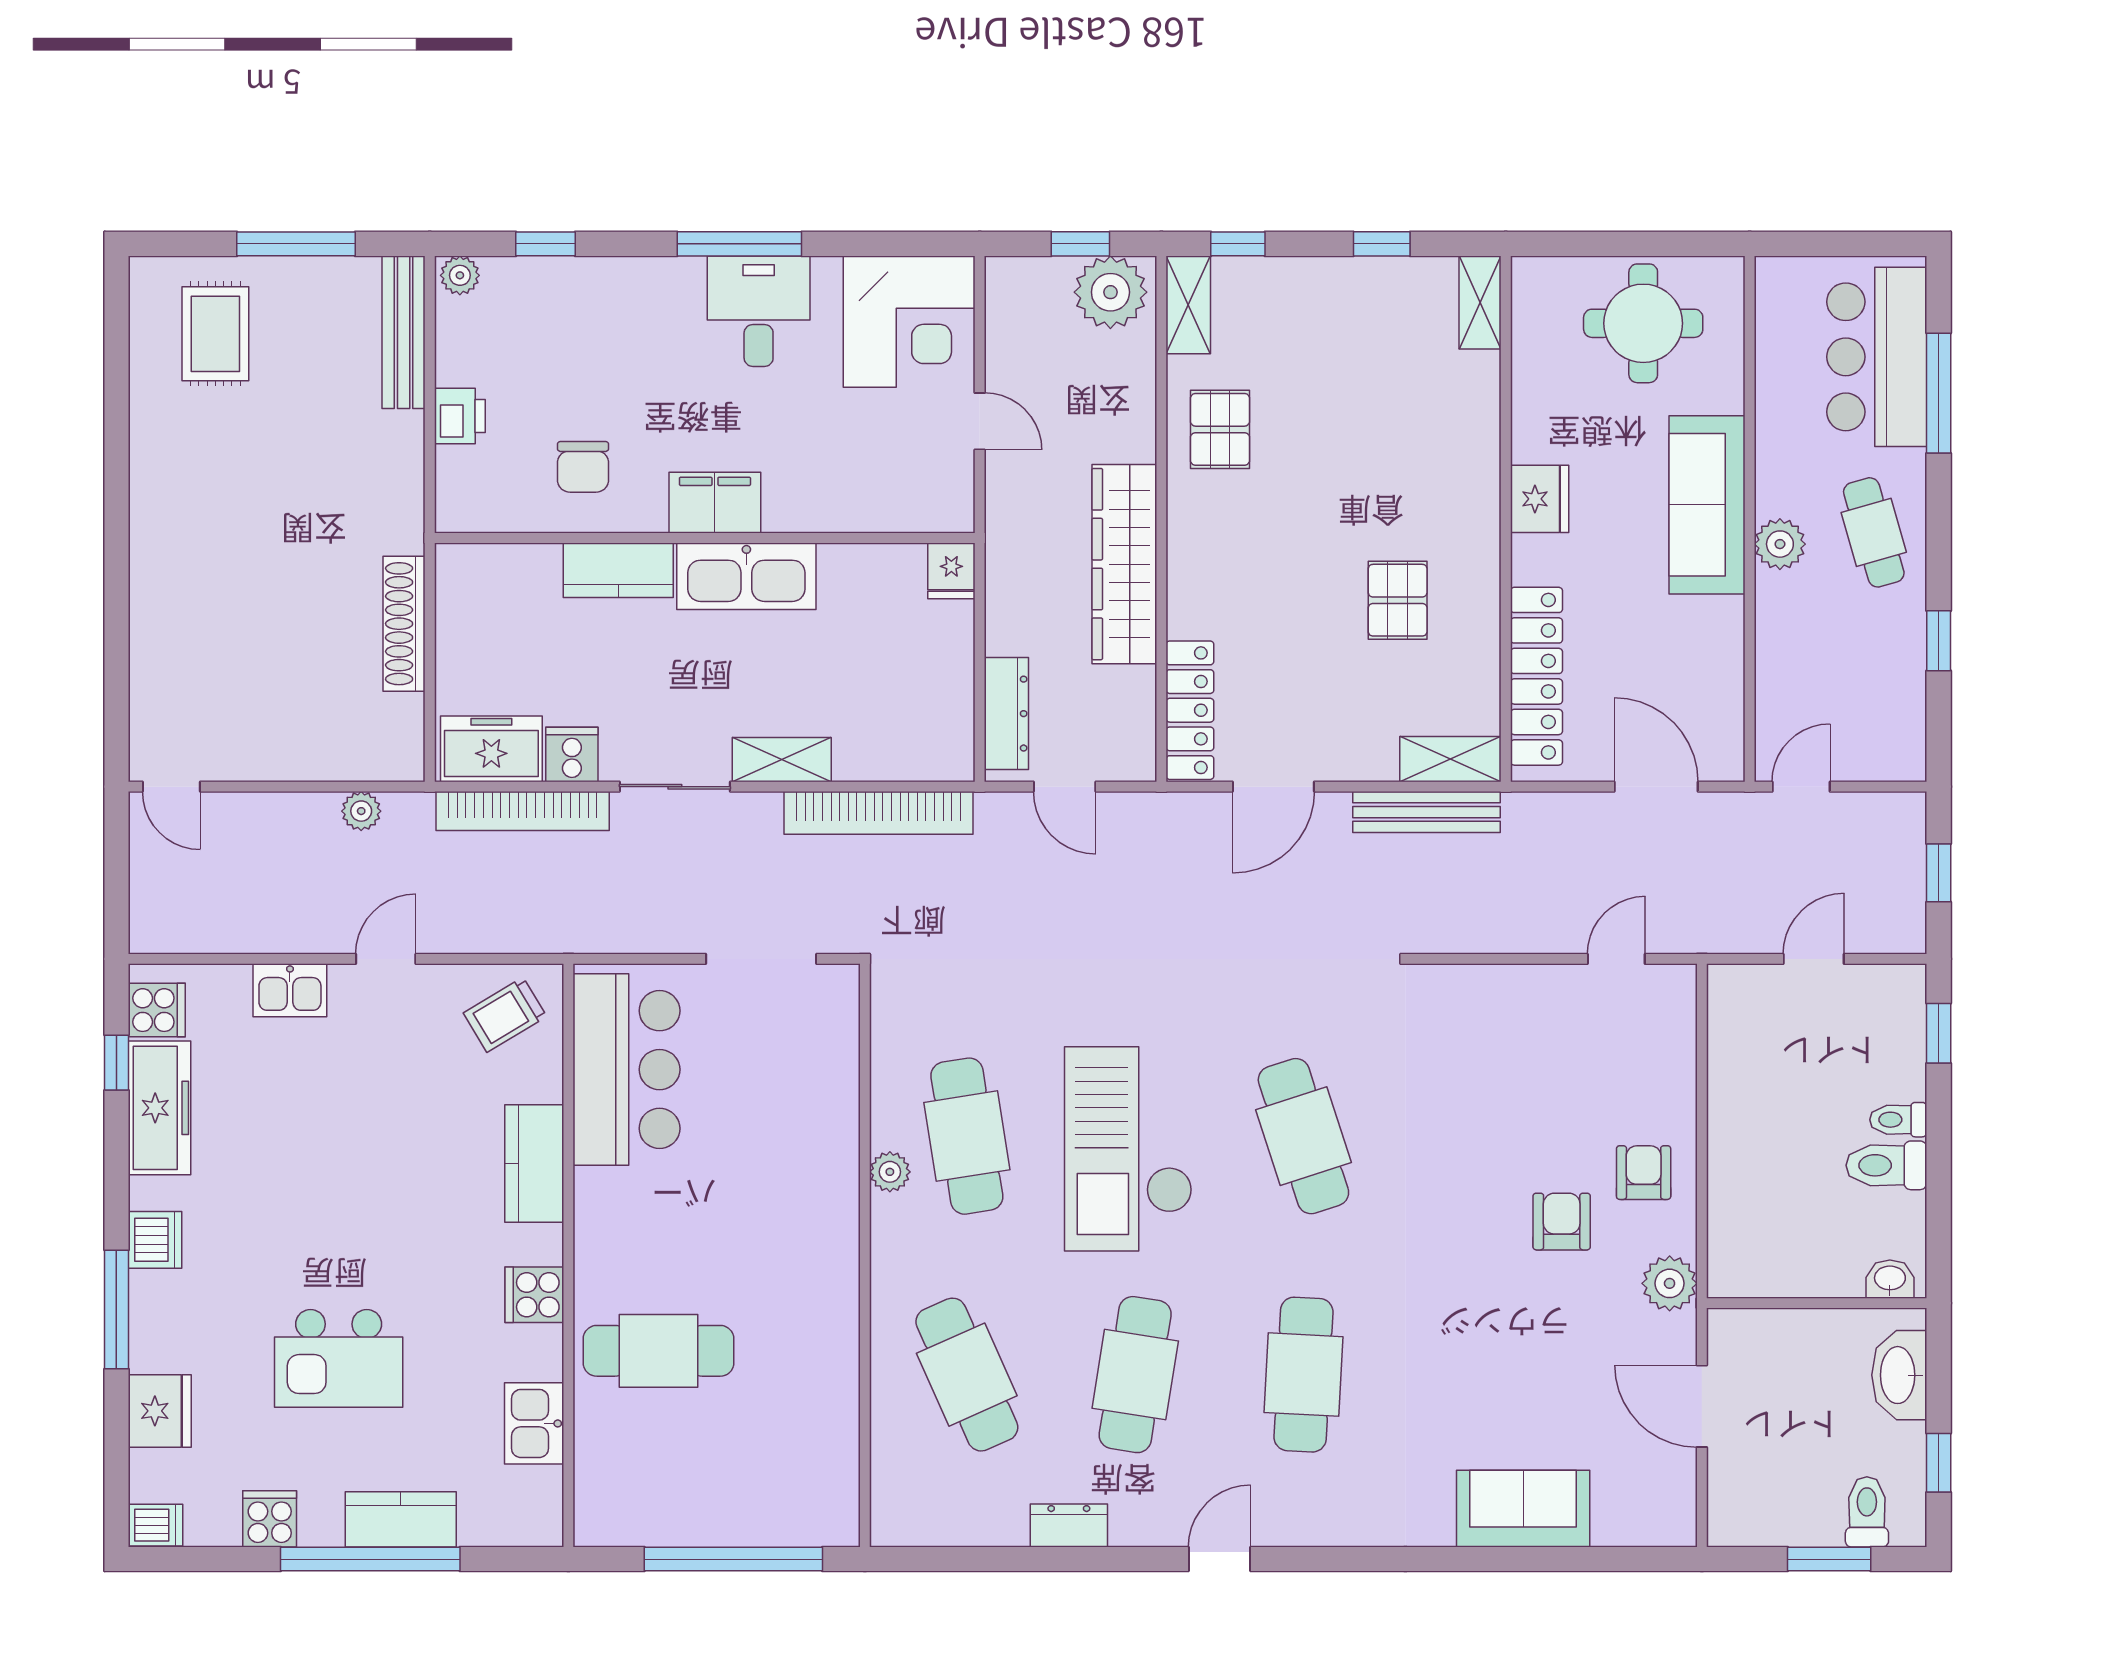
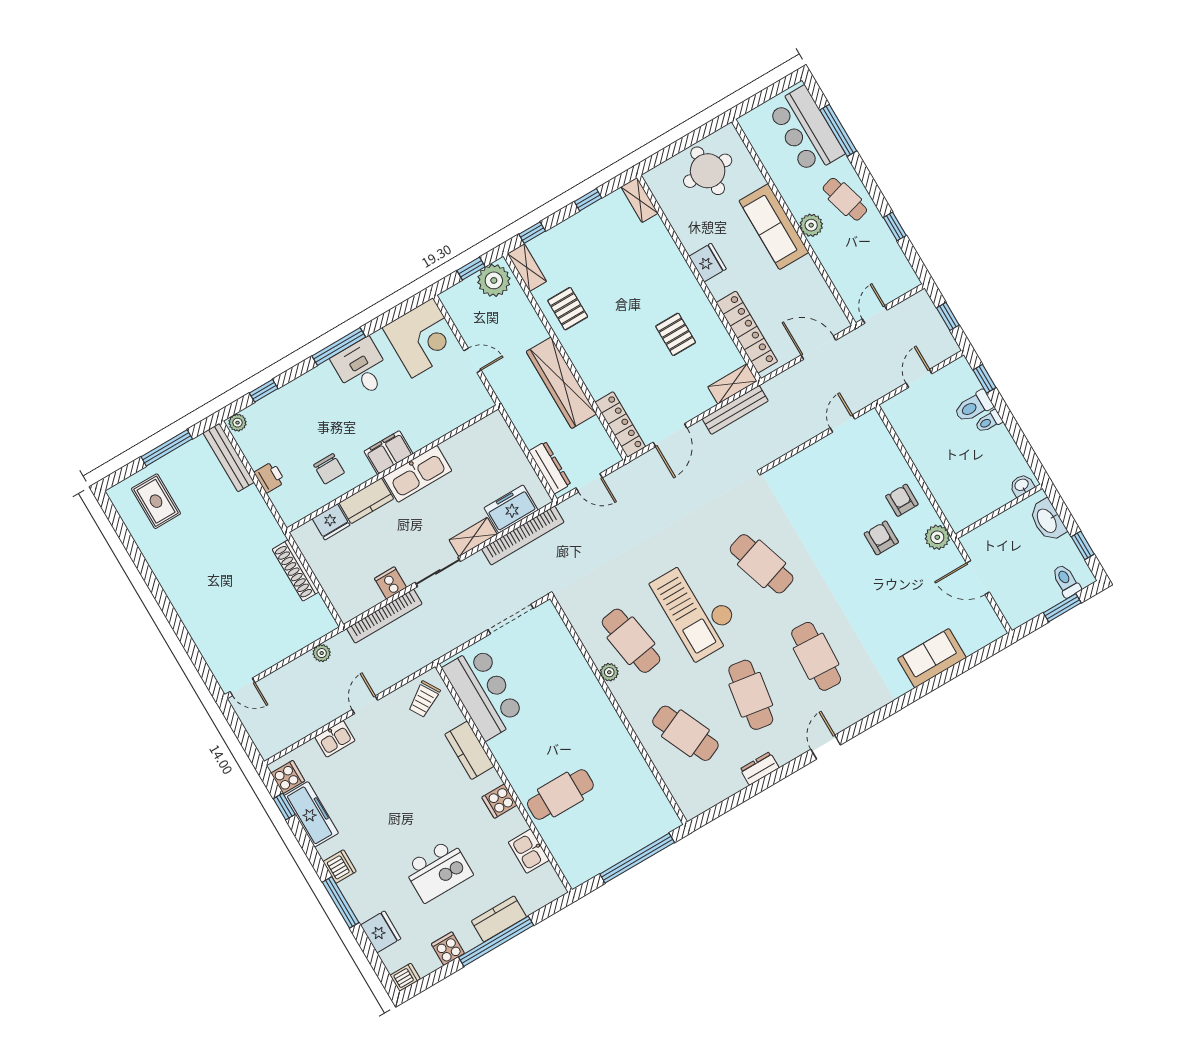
fridge: (951, 571) -> (331, 522), moved, width x1.38
freezer: (491, 749) -> (511, 509), moved
toilet: (1886, 1165) -> (974, 406), moved

